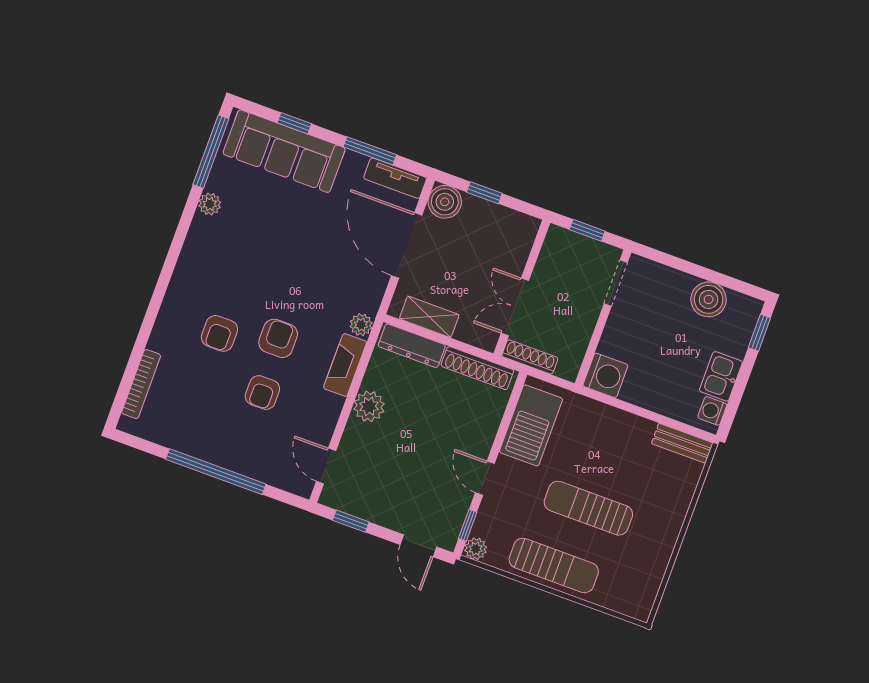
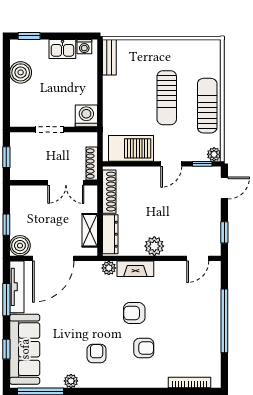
tv unit: (395, 178) -> (17, 287), width x1.41
doorway: (616, 283) -> (49, 130), moved
armchair: (262, 393) -> (97, 353), moved, turned -90

